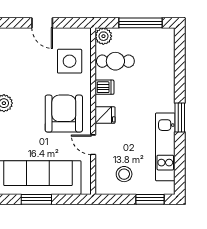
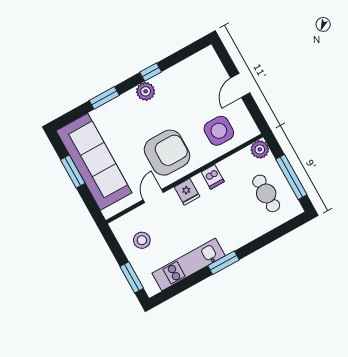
cafe table: (115, 61) -> (266, 193), moved

